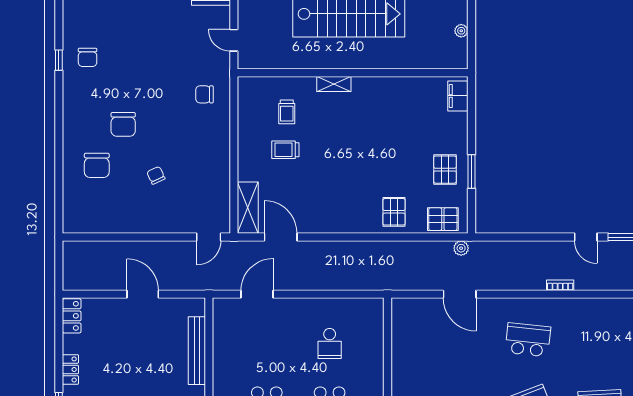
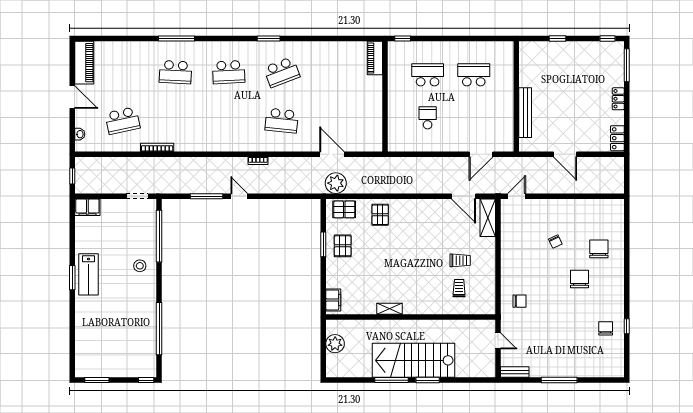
plant: (461, 31) -> (335, 344), width x1.88, depth x1.88
shelving: (334, 84) -> (389, 309), moved
plant: (461, 248) -> (336, 183), width x1.88, depth x1.88

